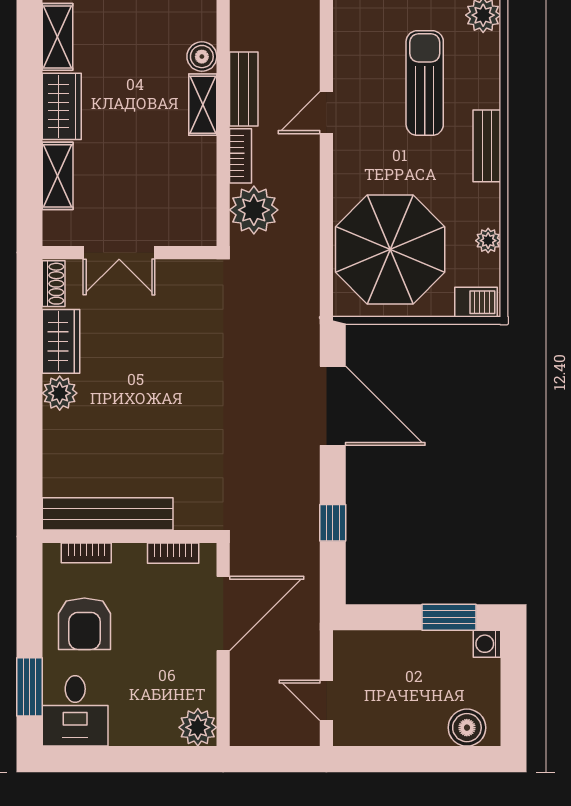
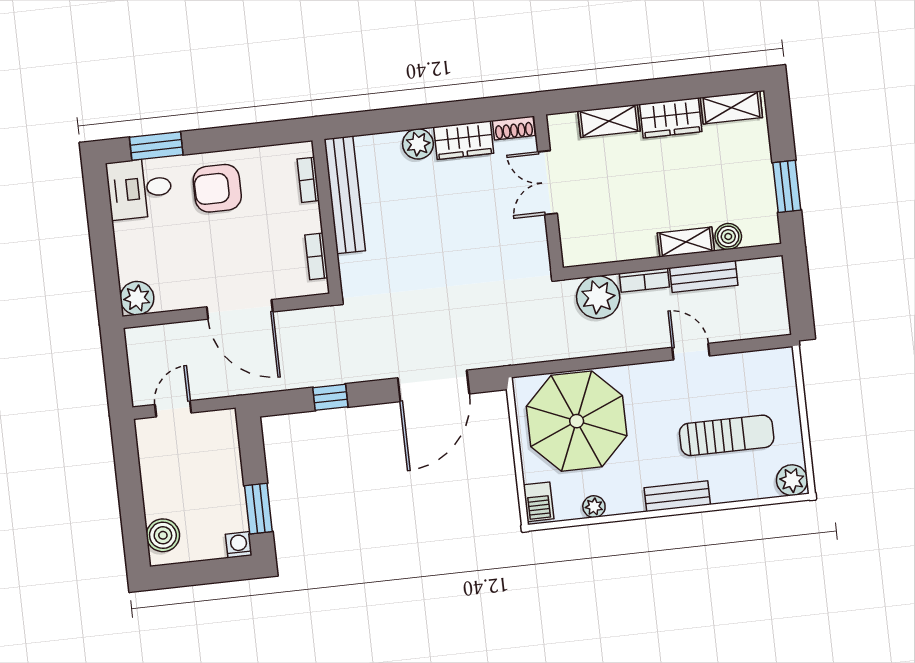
bench: (108, 514) -> (345, 195), moved
wall: (130, 537) -> (327, 216), moved
bookcase: (86, 553) -> (308, 180), moved
bookcase: (173, 553) -> (316, 256), moved

